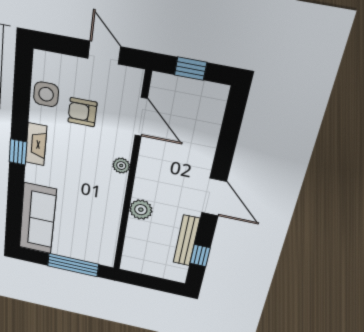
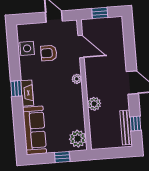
fireplace: (36, 144) -> (27, 93), moved
bench: (187, 241) -> (126, 127), moved
plant: (102, 249) -> (78, 139), added
window: (73, 265) -> (62, 157), width x0.46

